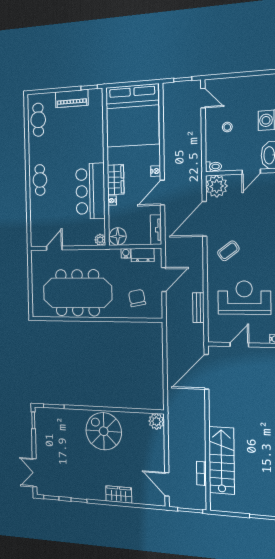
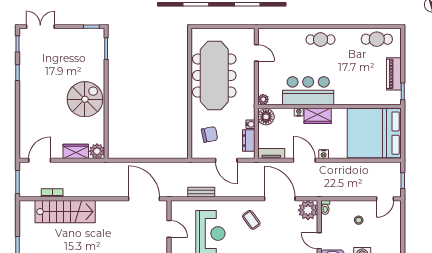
wardrobe: (119, 494) -> (76, 151), moved, turned -90

